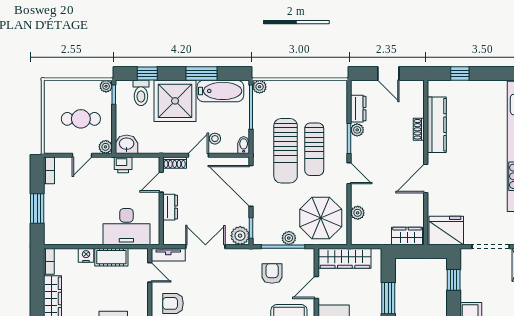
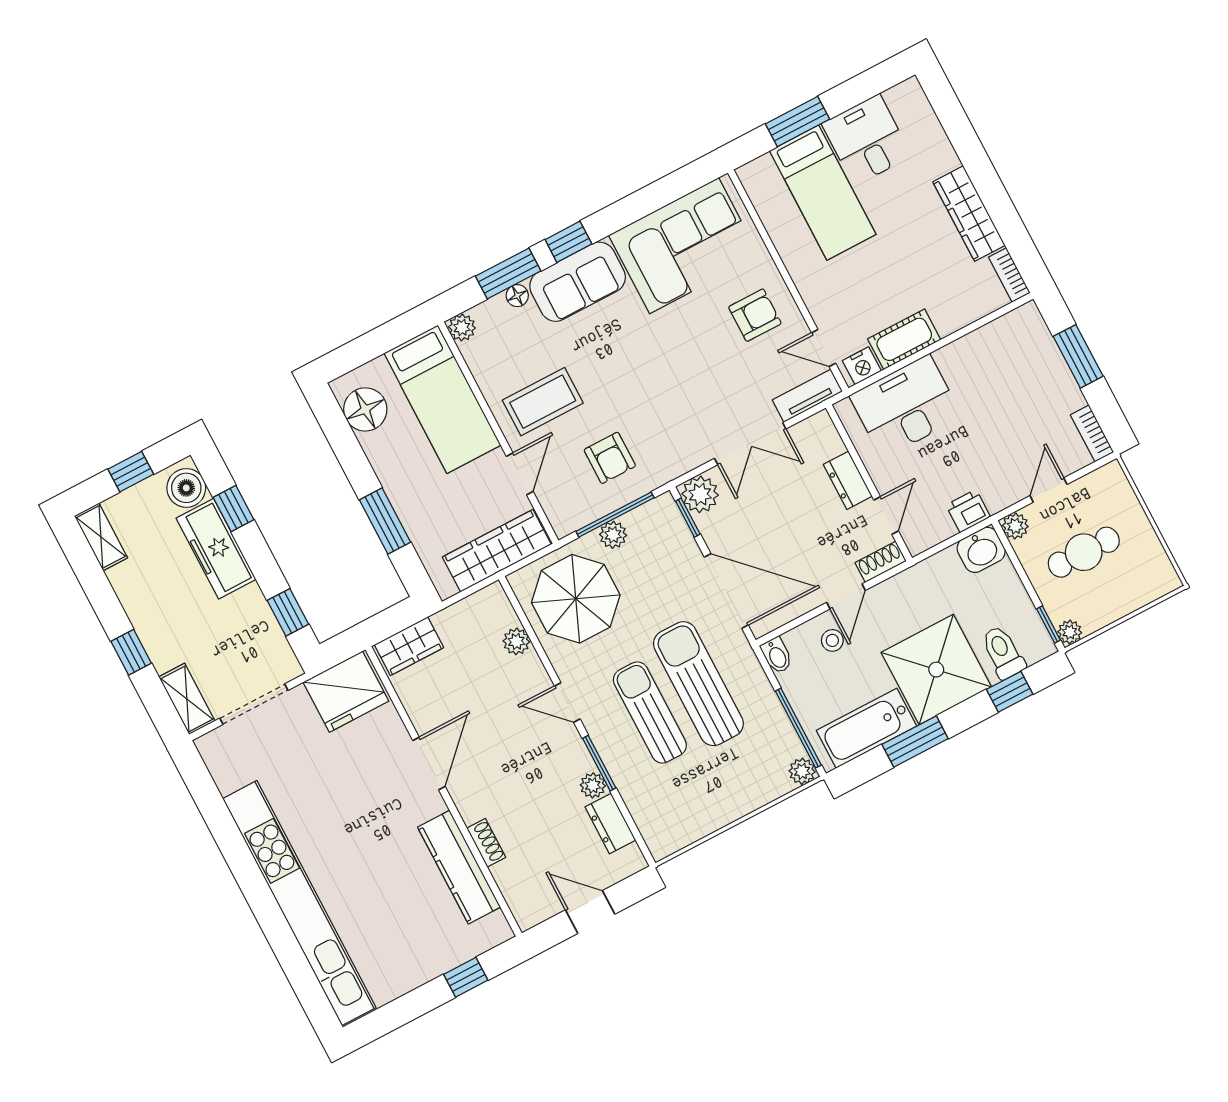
nightstand: (86, 255) -> (862, 366), moved

